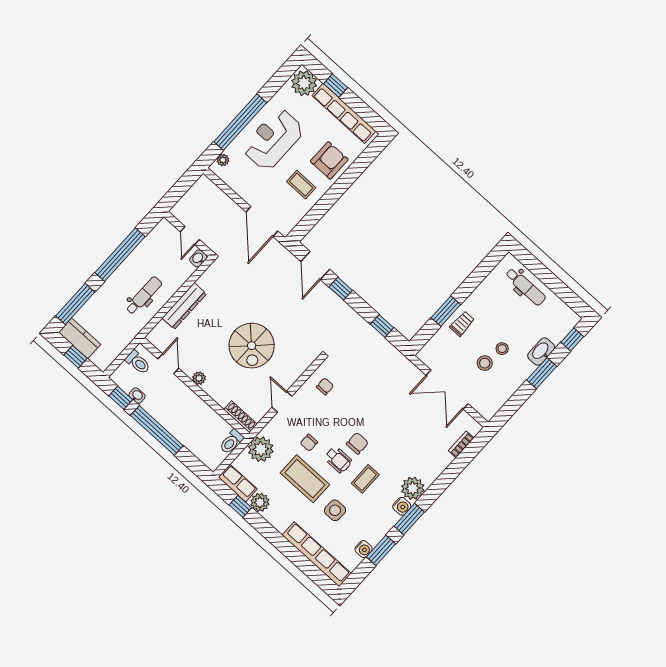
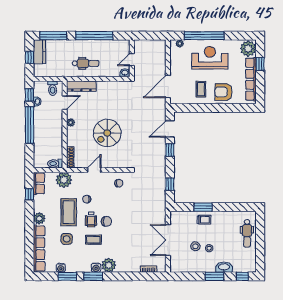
armchair: (329, 160) -> (223, 92), turned 180
dresser: (184, 306) -> (81, 86), moved
plant: (260, 502) -> (39, 218), moved

